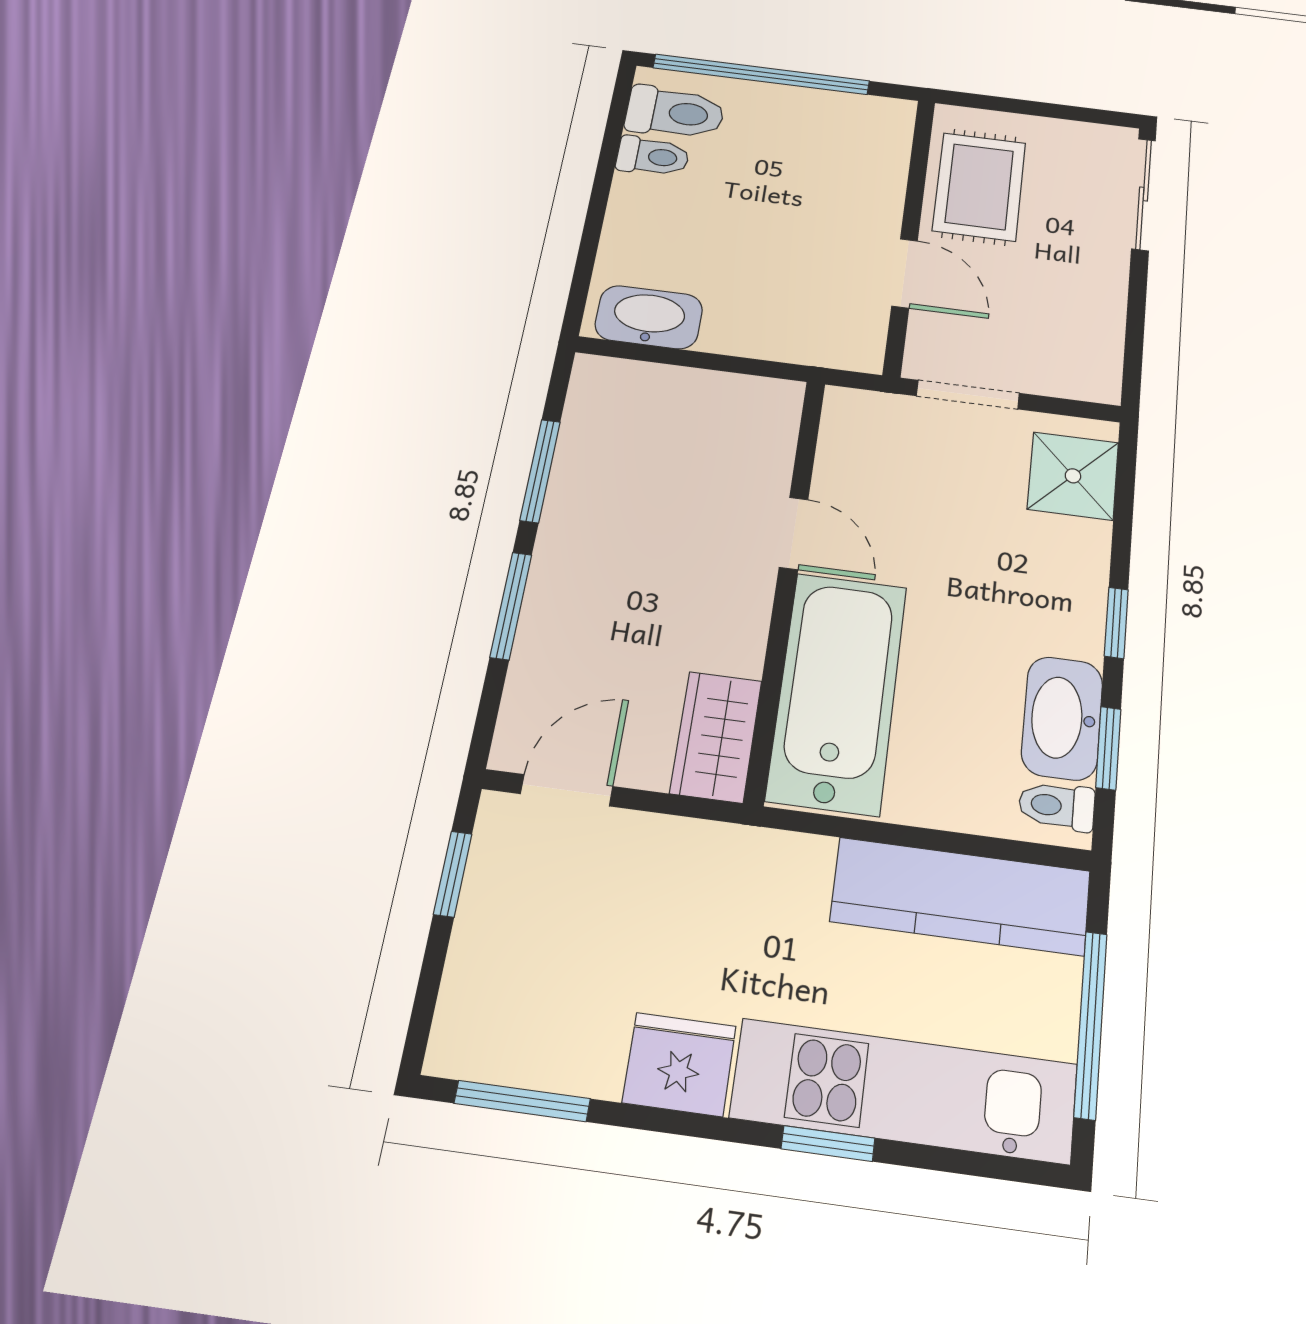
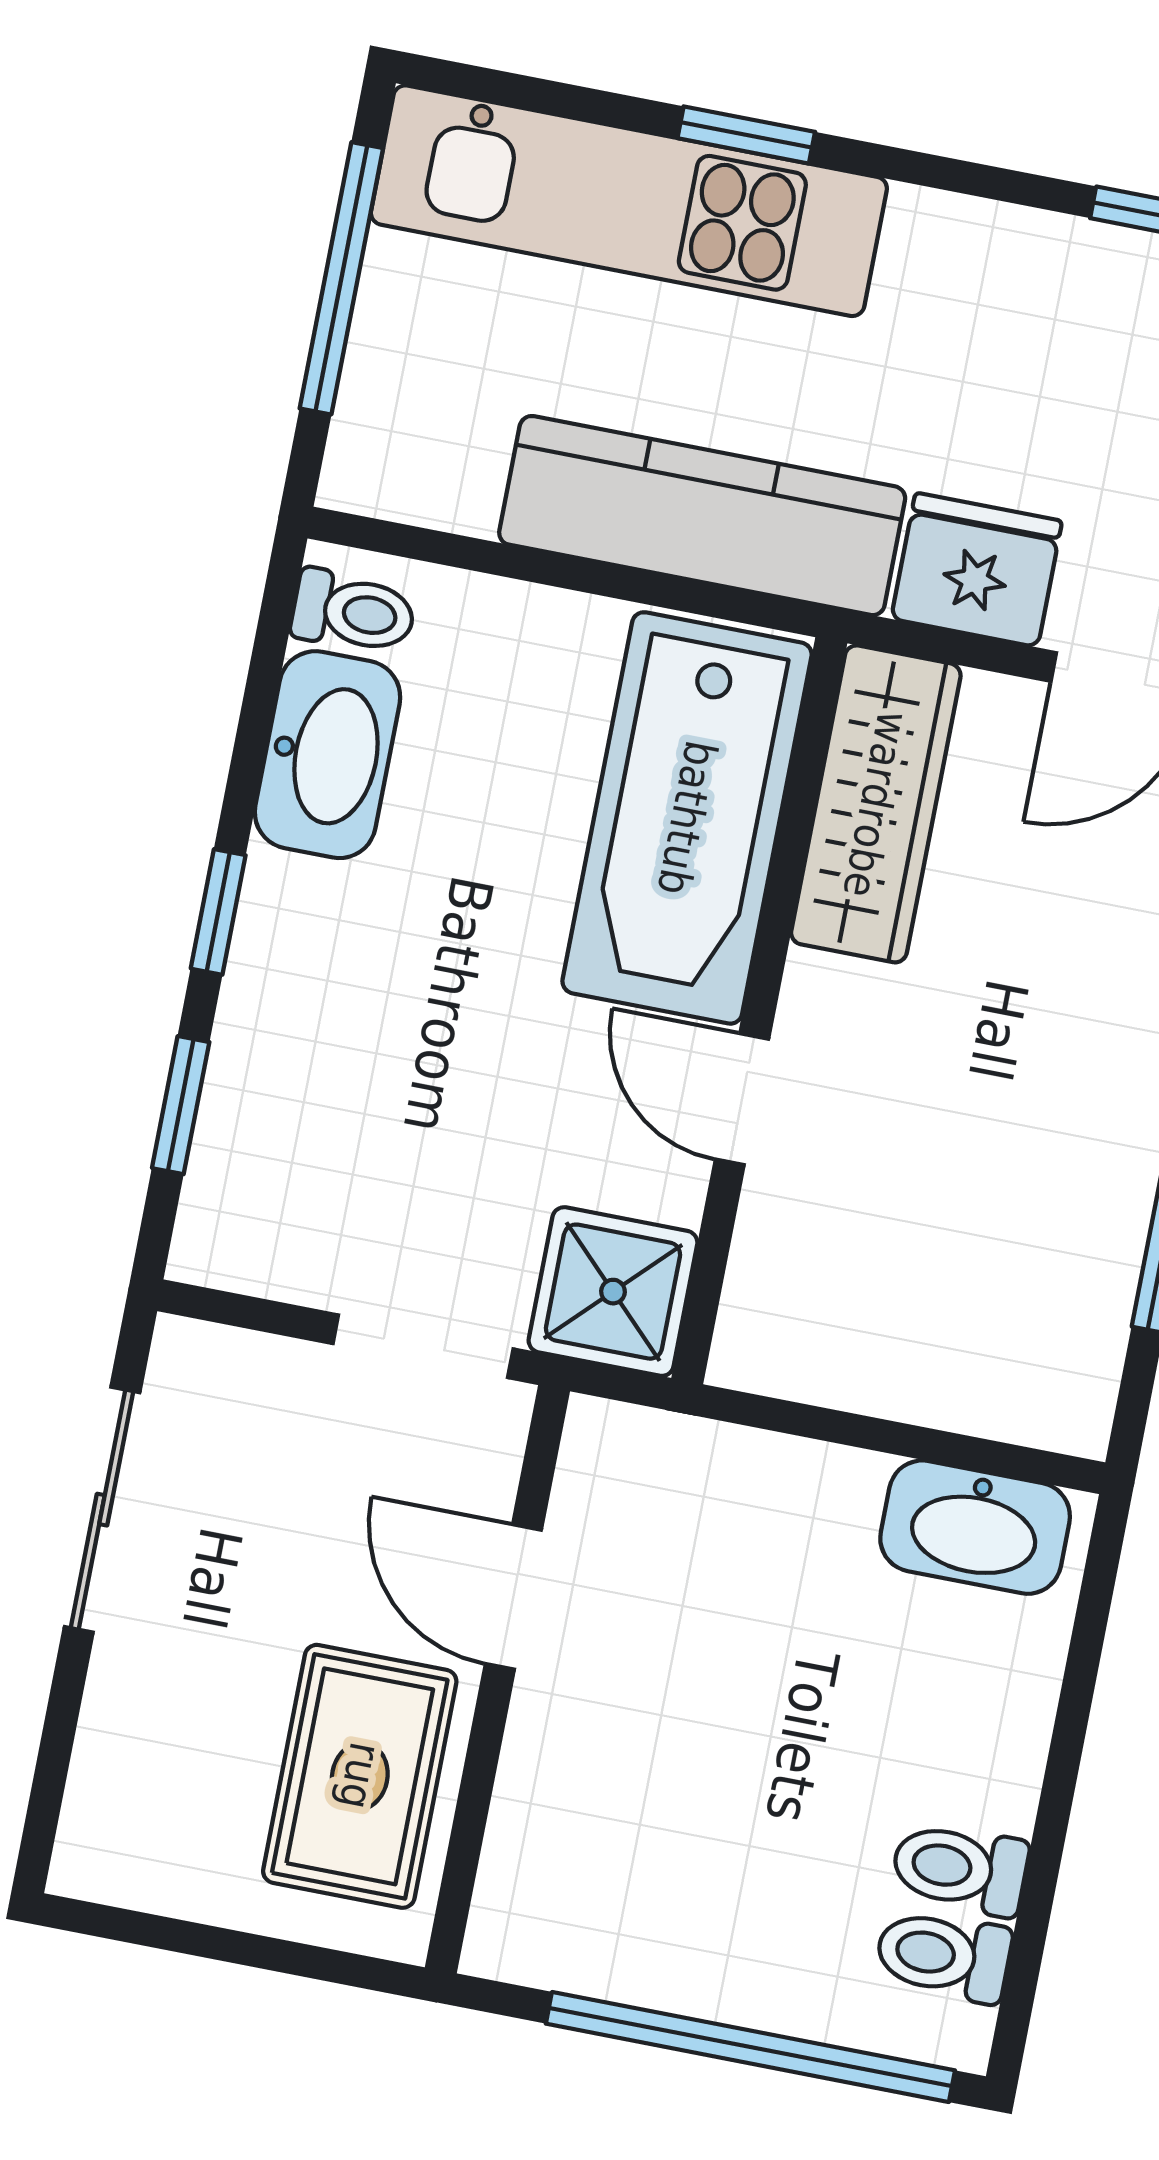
toilet: (675, 113) -> (943, 1955), width x0.73, depth x0.72
sliding door: (1144, 194) -> (102, 1510), moved
shower: (1073, 476) -> (613, 1292), moved
wardrobe: (716, 737) -> (876, 804), width x1.50
window: (1108, 748) -> (181, 1105), moved
kitchen counter: (961, 896) -> (702, 516), moved
fridge: (679, 1064) -> (977, 570), moved, turned 180

